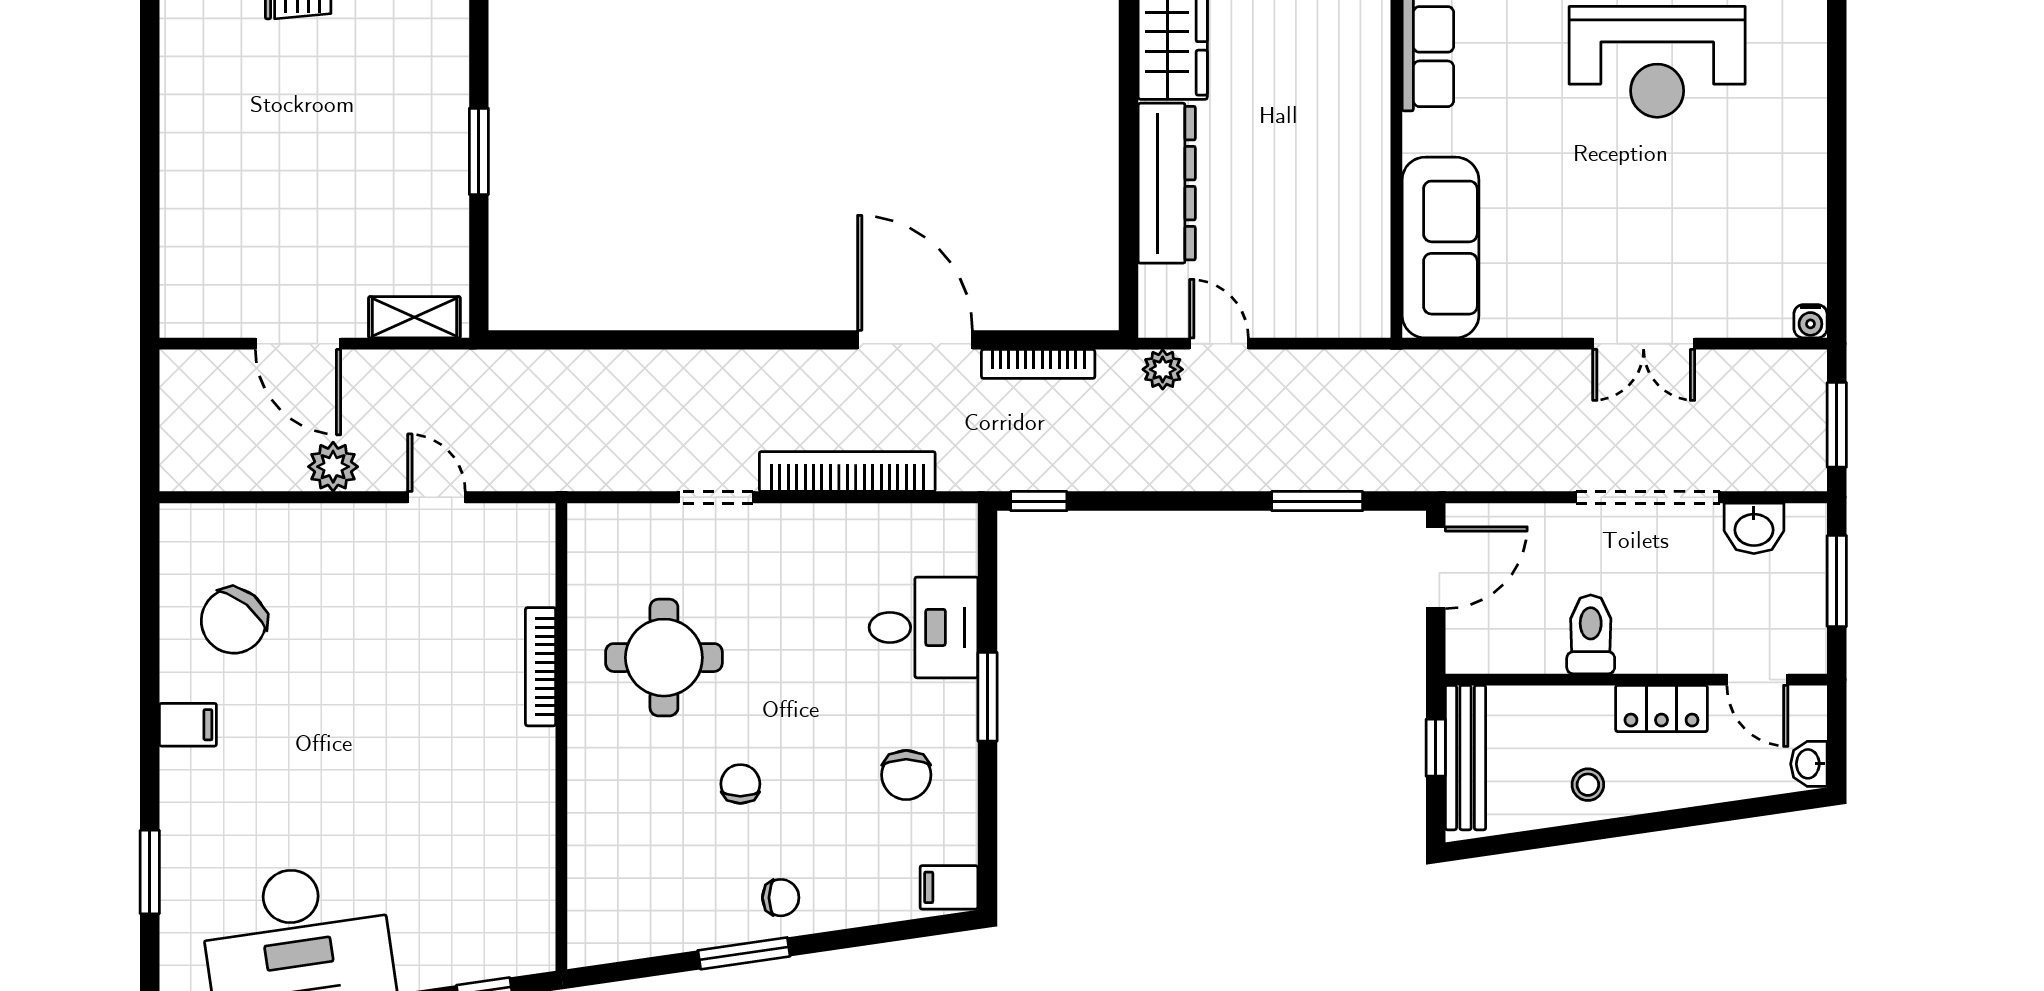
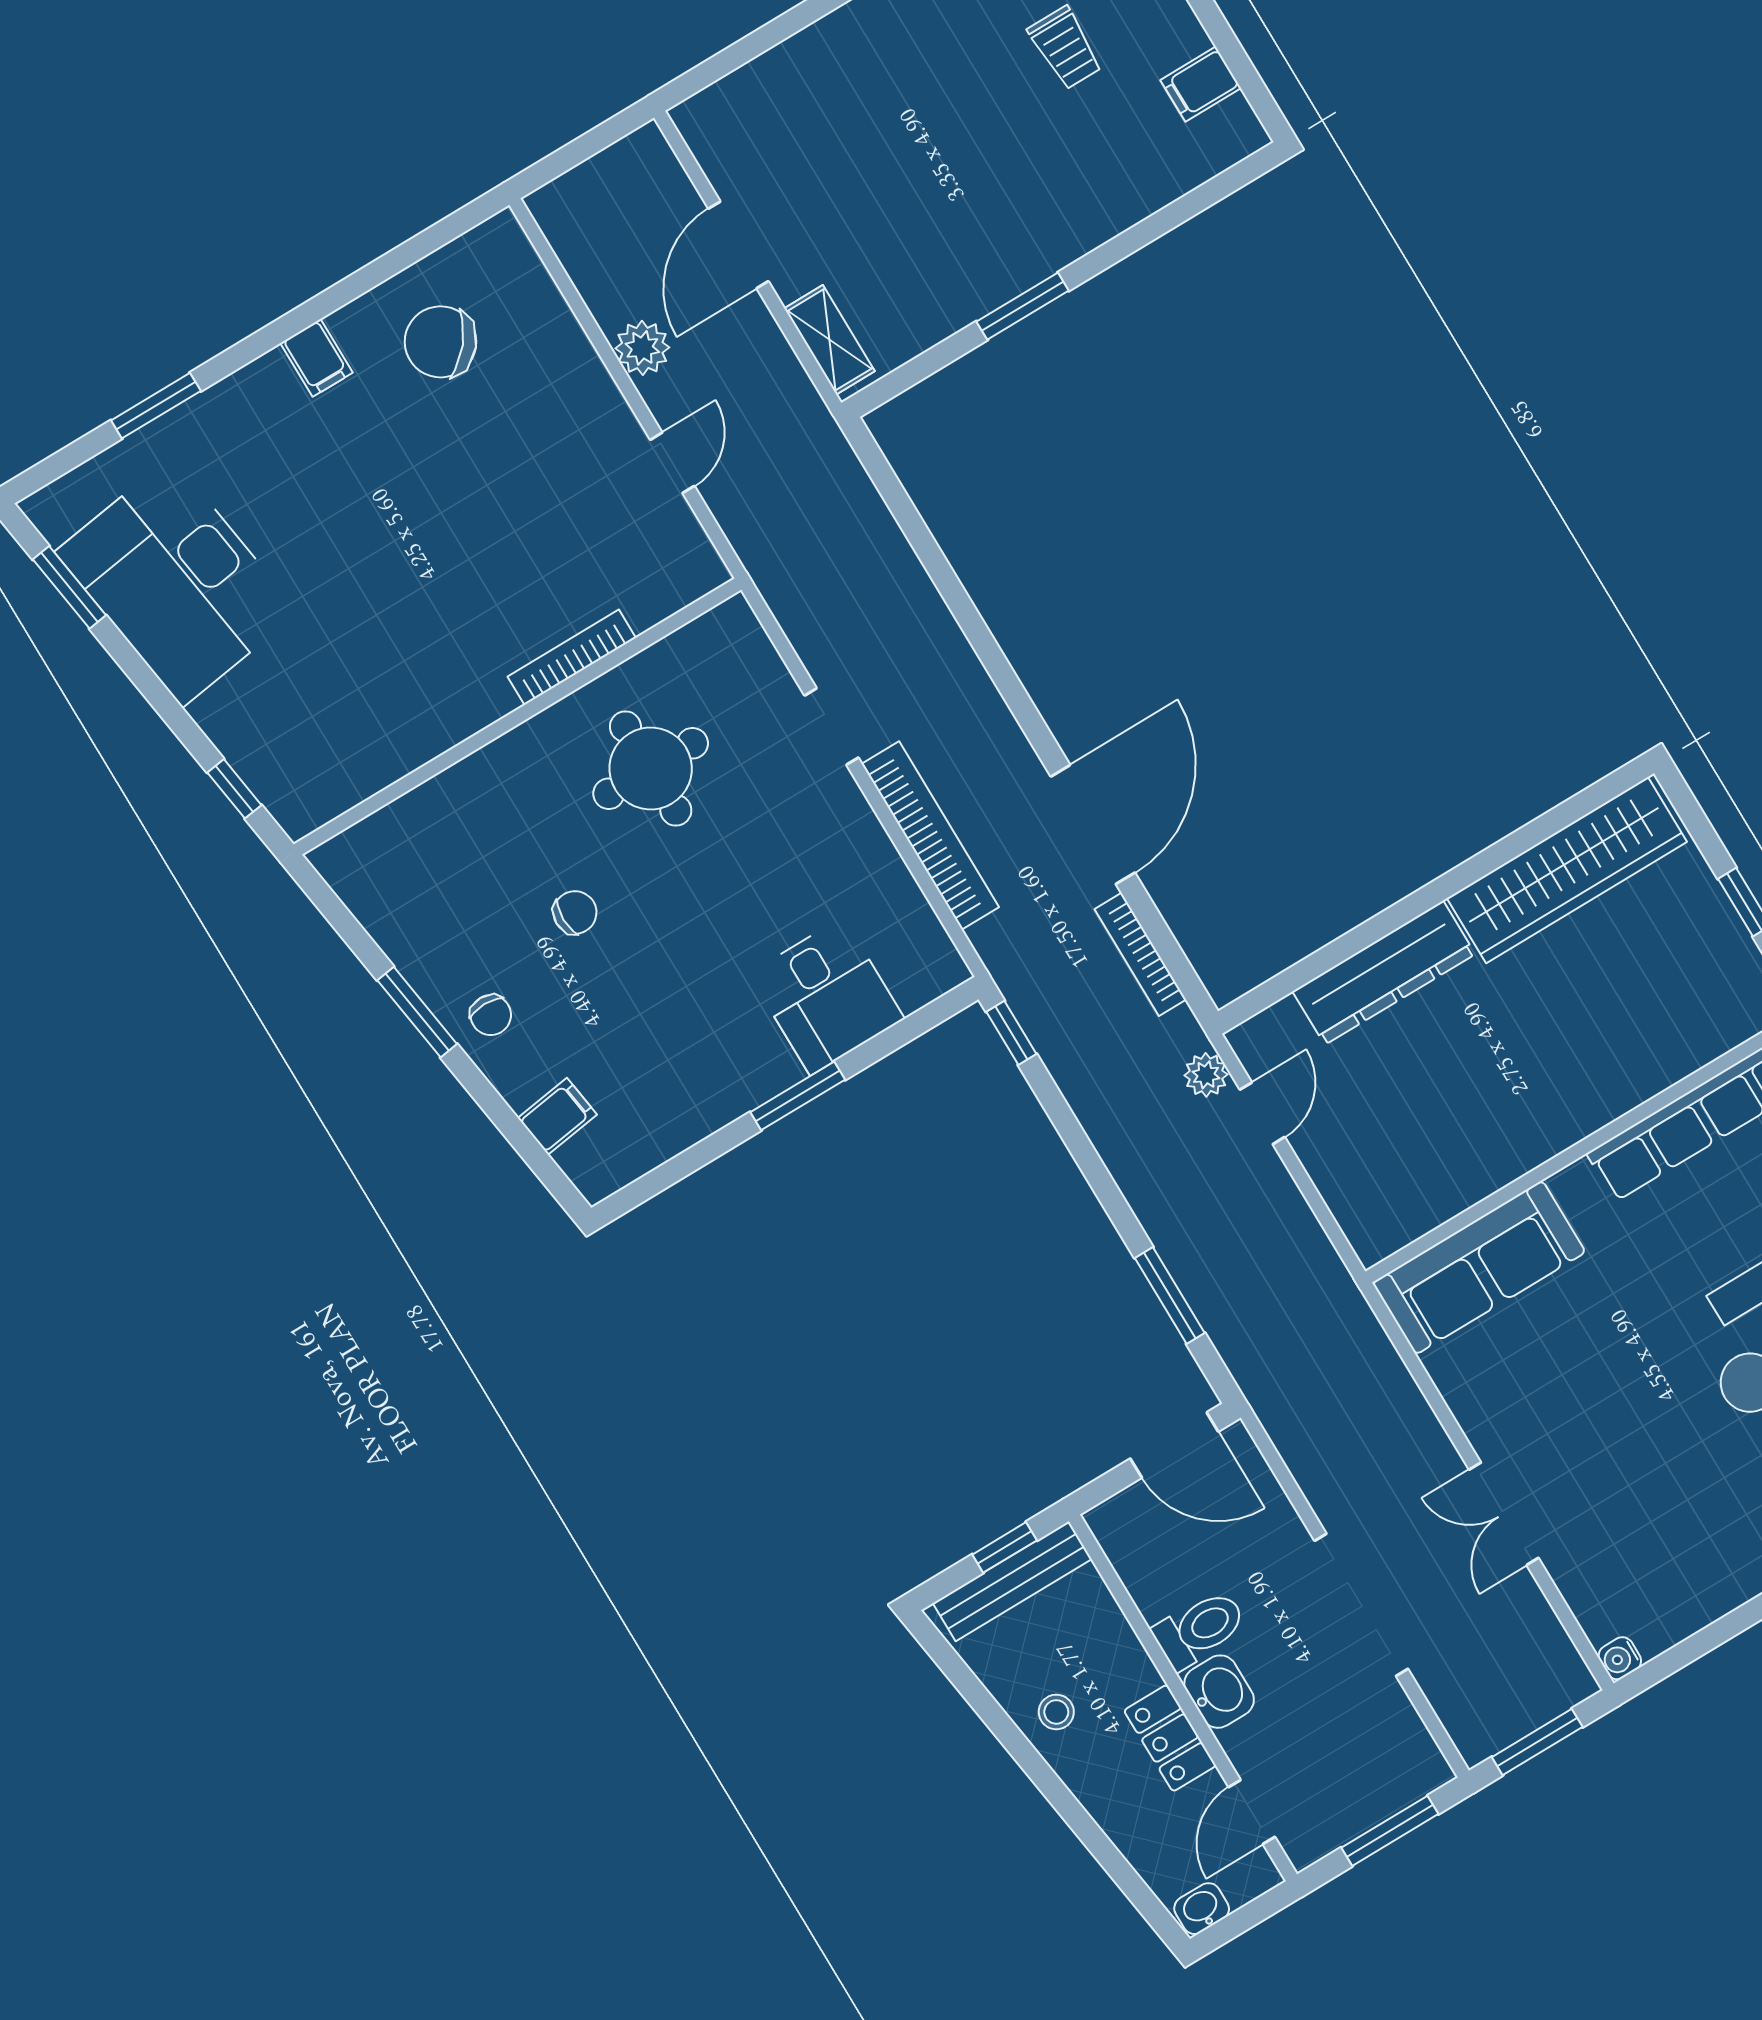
washbasin: (1754, 528) -> (1219, 1692), moved, turned 180
chair: (906, 775) -> (678, 1064), removed
filing cabinet: (949, 887) -> (557, 1116), moved, turned 82

